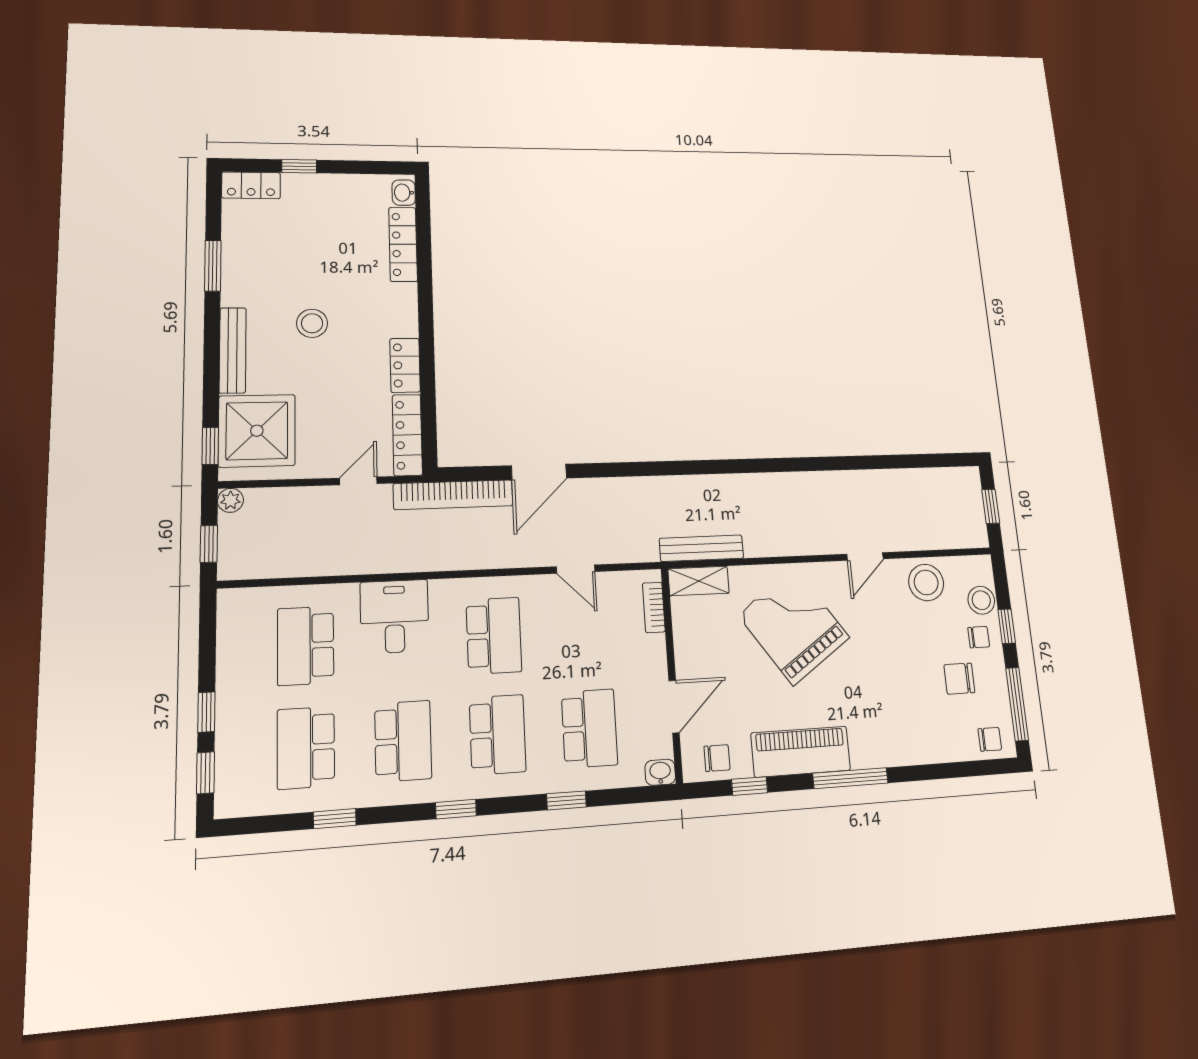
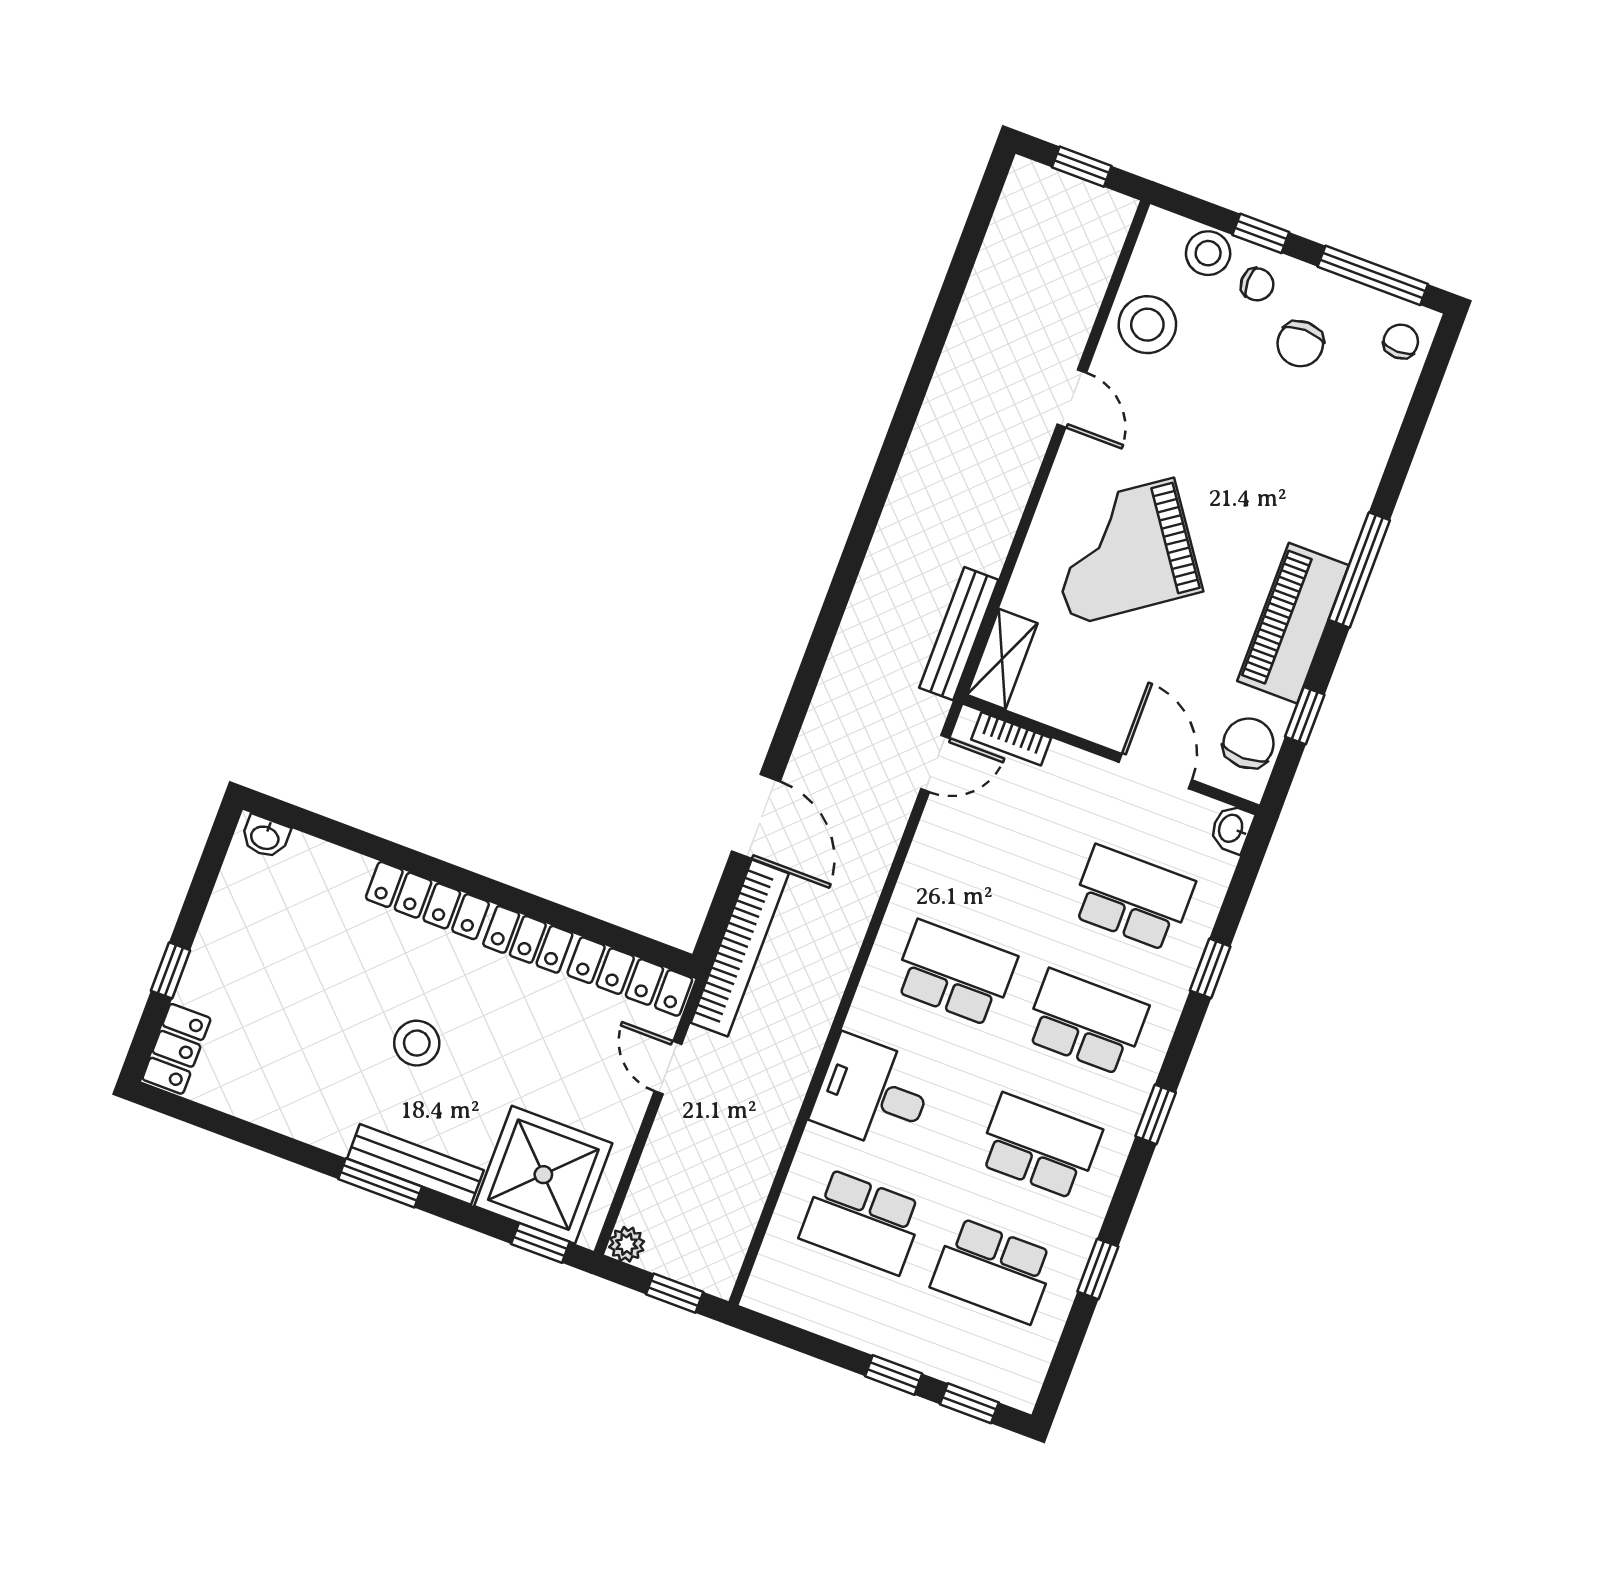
locker: (403, 244) -> (427, 900), moved
window: (213, 266) -> (380, 1183), moved
door: (576, 569) -> (935, 763), moved
chair: (979, 637) -> (1257, 284), turned 90
chair: (717, 758) -> (1249, 743), width x1.37, depth x1.37

